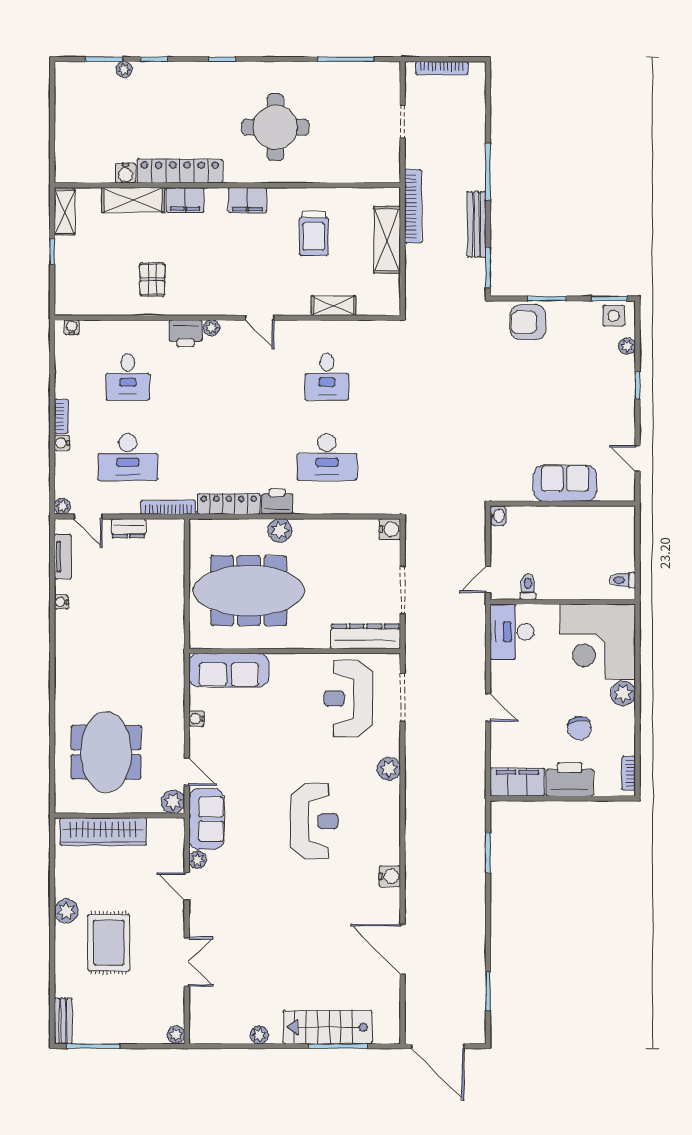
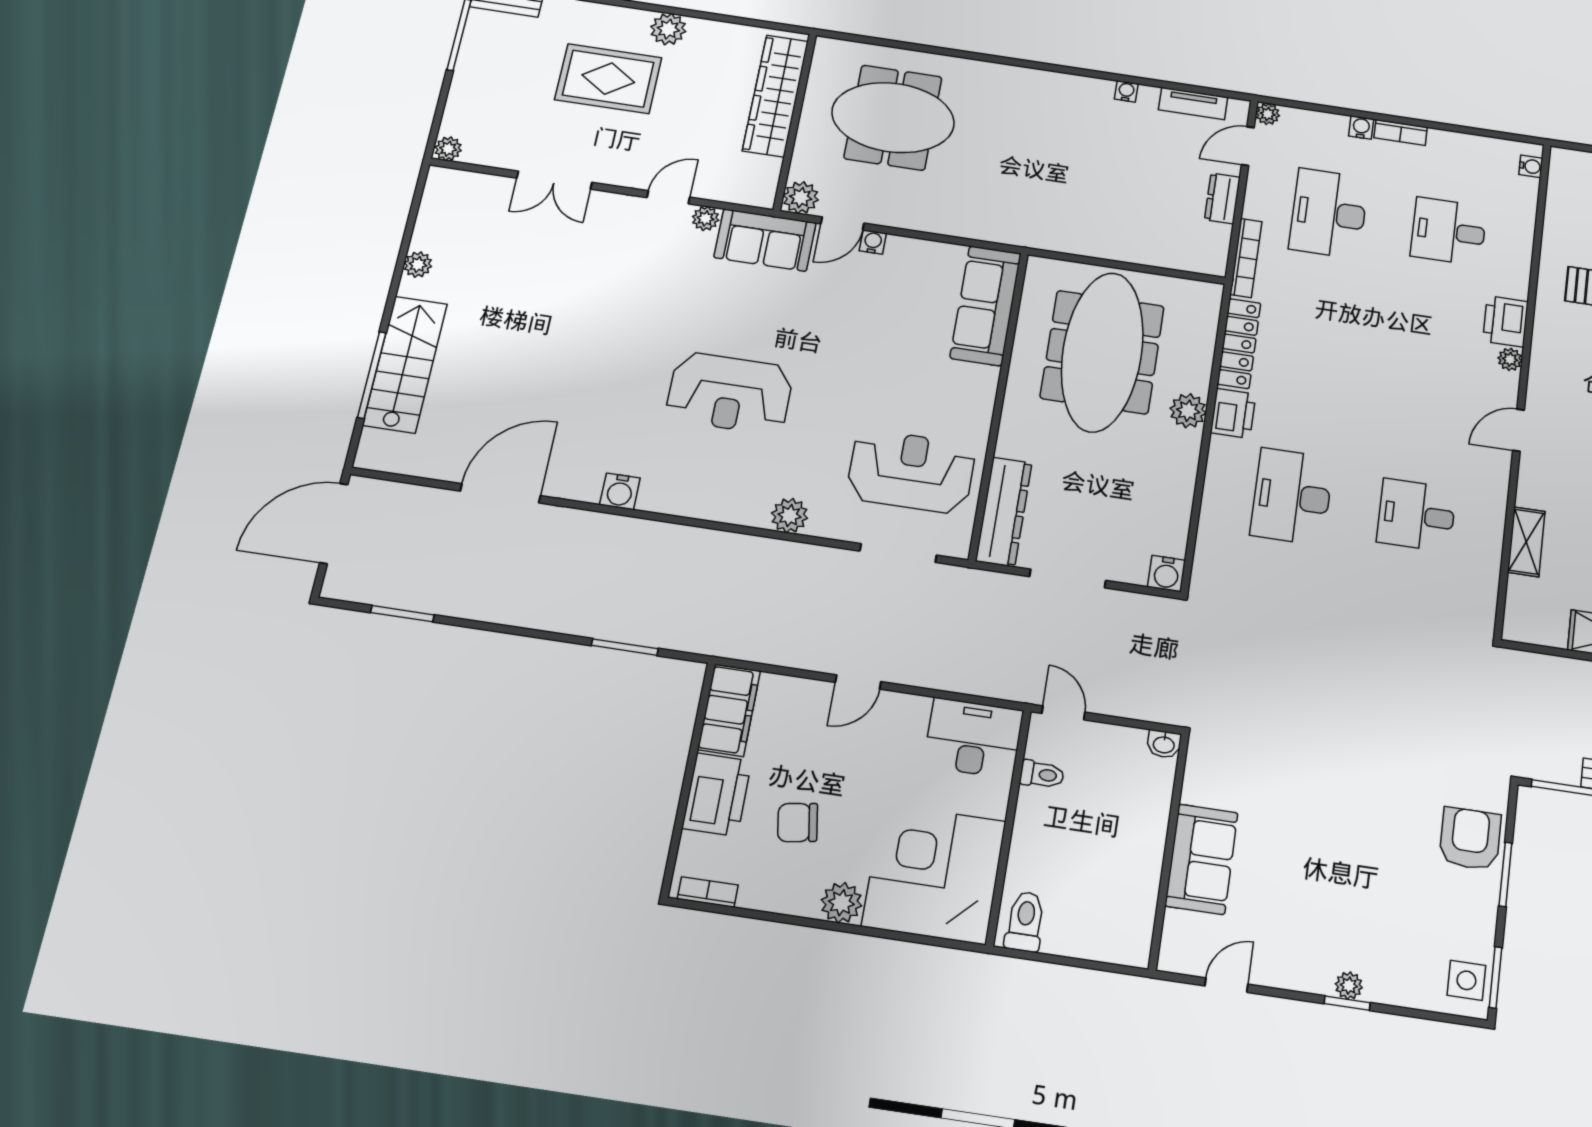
plant: (627, 346) -> (1349, 986), moved
toilet: (623, 580) -> (1025, 921), width x1.37, depth x1.39
water cooler: (196, 719) -> (873, 242), moved

